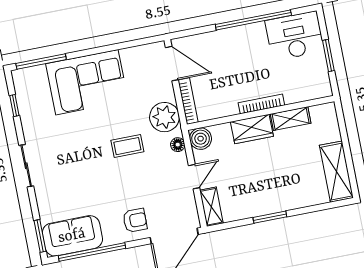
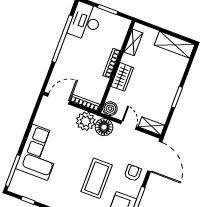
shelving: (291, 119) -> (133, 42), moved
floor lamp: (178, 145) -> (104, 127), width x1.89, depth x1.89
coffee table: (127, 146) -> (97, 178), moved, width x1.86, depth x1.72

